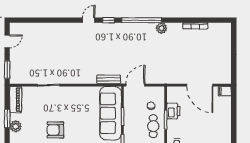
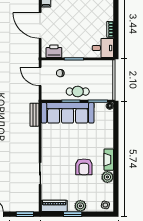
door: (135, 85) -> (40, 77), moved
door: (200, 85) -> (40, 25), swing flipped
printer: (173, 111) -> (54, 51), moved
cafe table: (153, 126) -> (78, 92), moved

